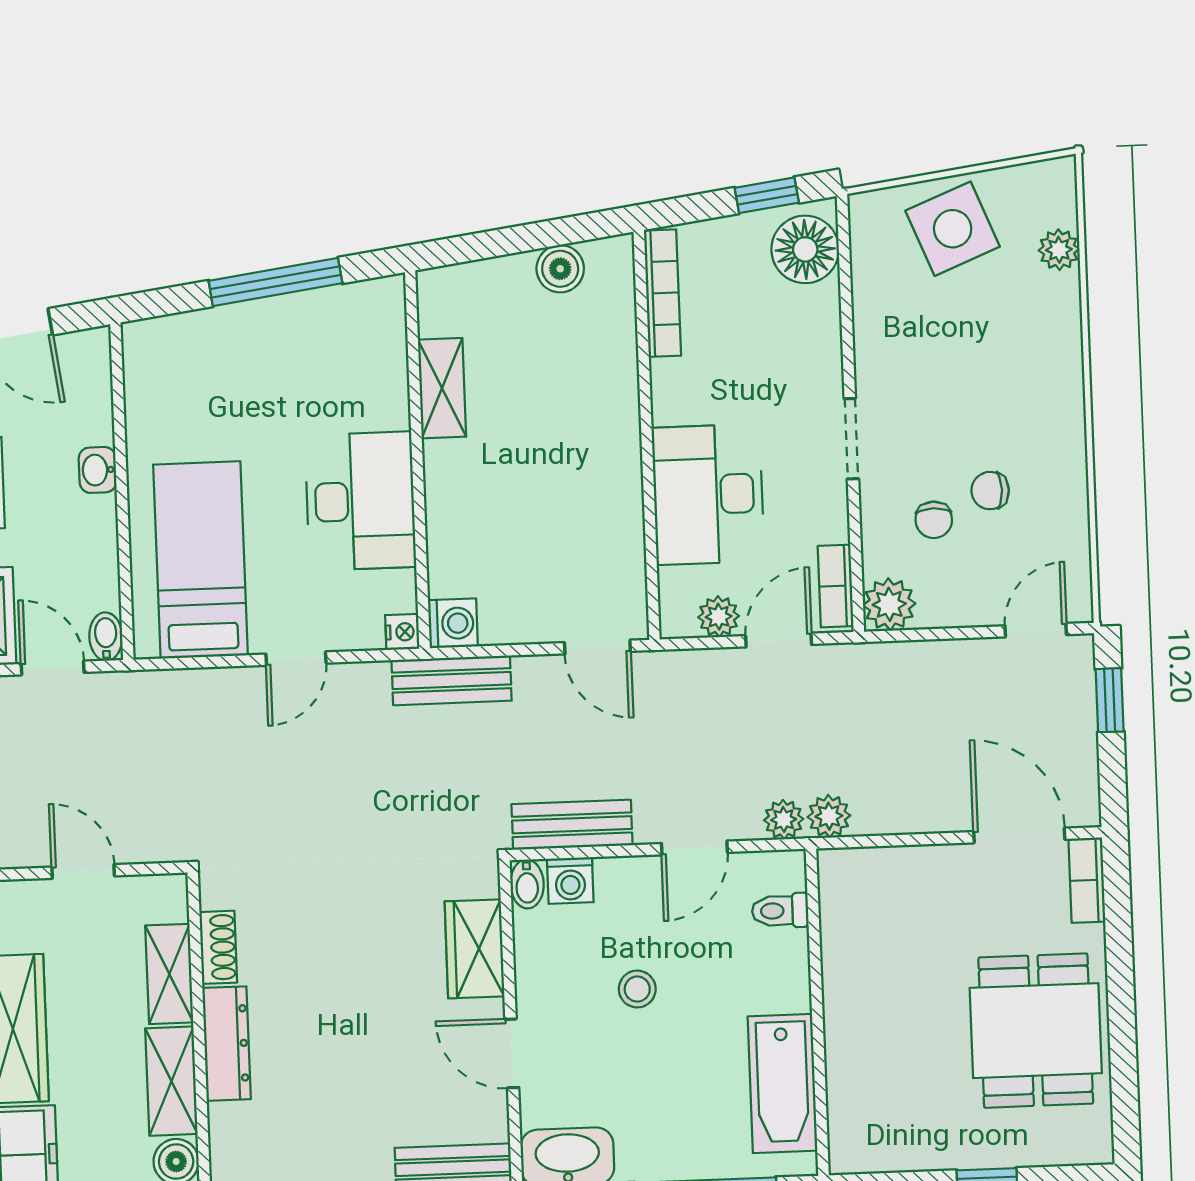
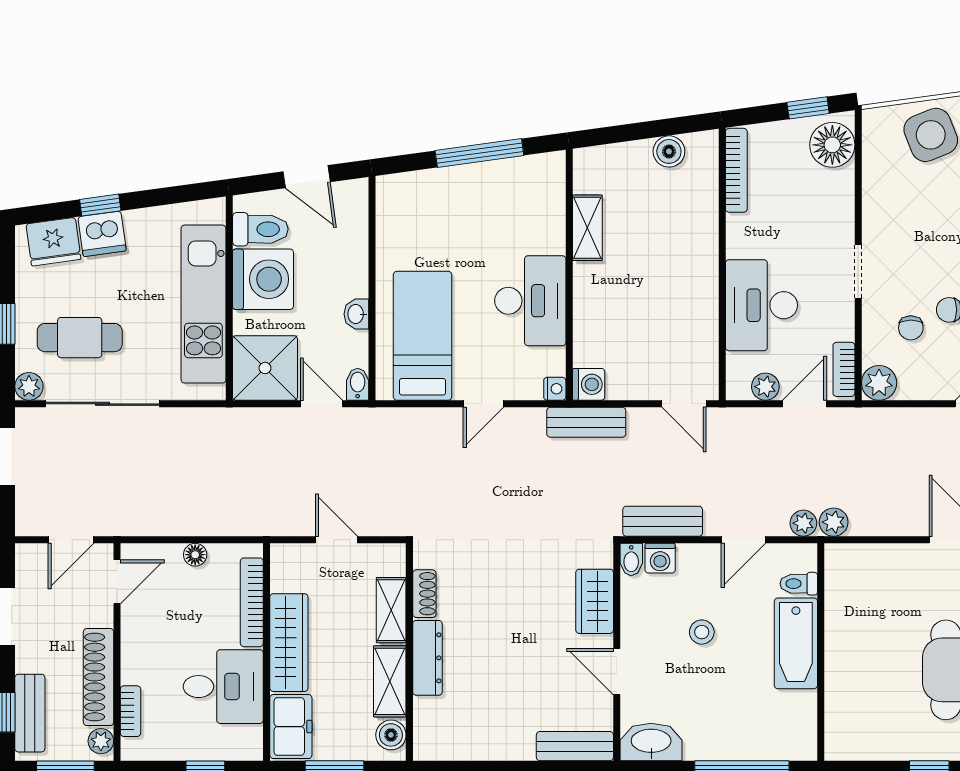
washbasin: (98, 470) -> (356, 314), moved
bathtub: (782, 1084) -> (796, 643), moved

